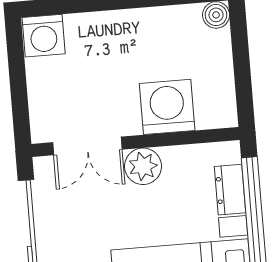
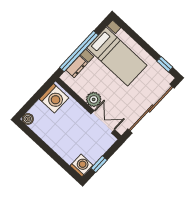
window: (17, 69) -> (99, 164), added
washing machine: (167, 107) -> (54, 98), moved, turned -90

